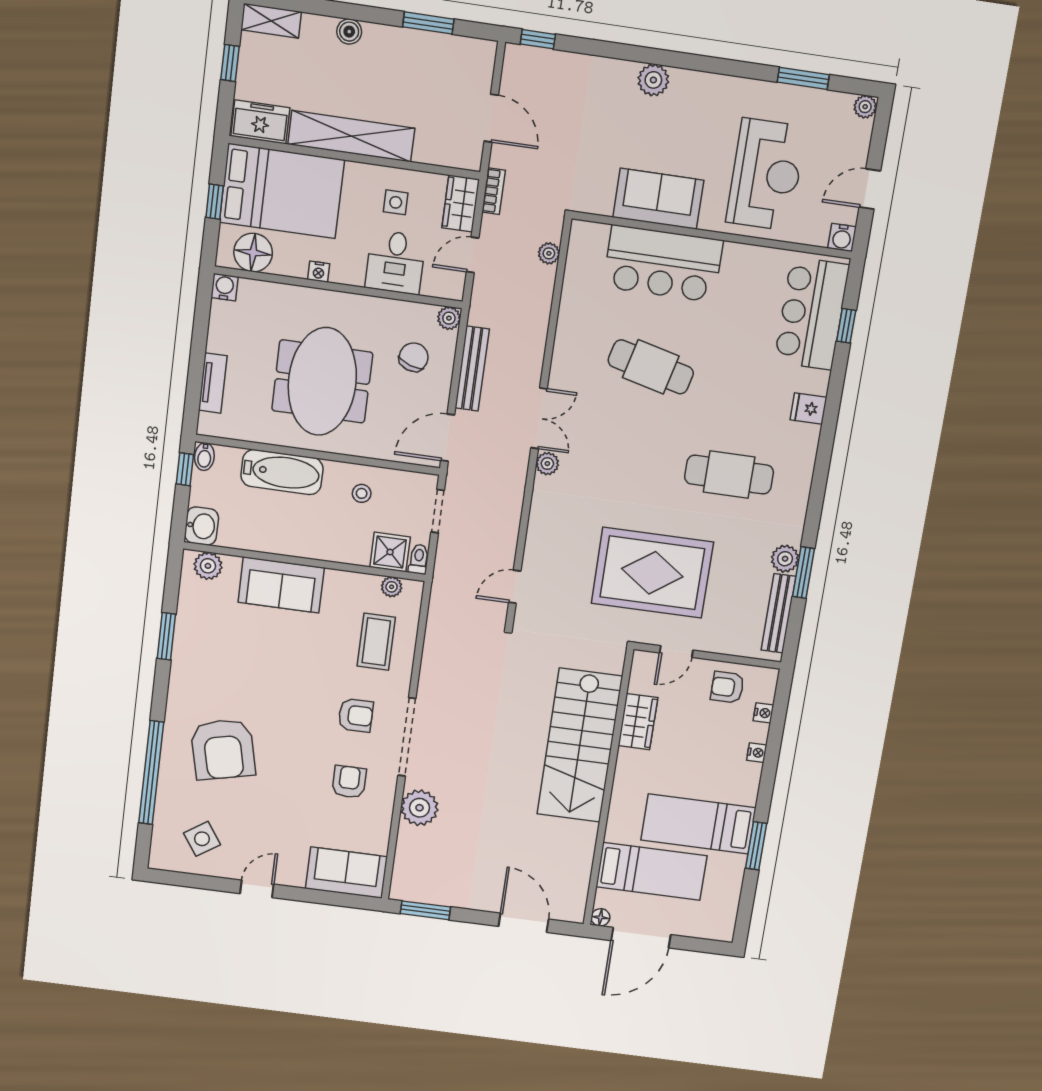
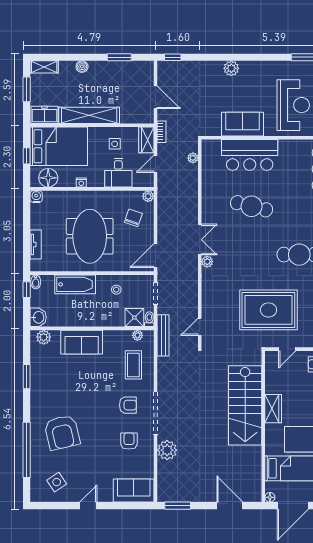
window: (230, 63) -> (27, 89), width x1.50
bench: (472, 369) -> (163, 335), moved
wardrobe: (638, 722) -> (273, 409), moved

